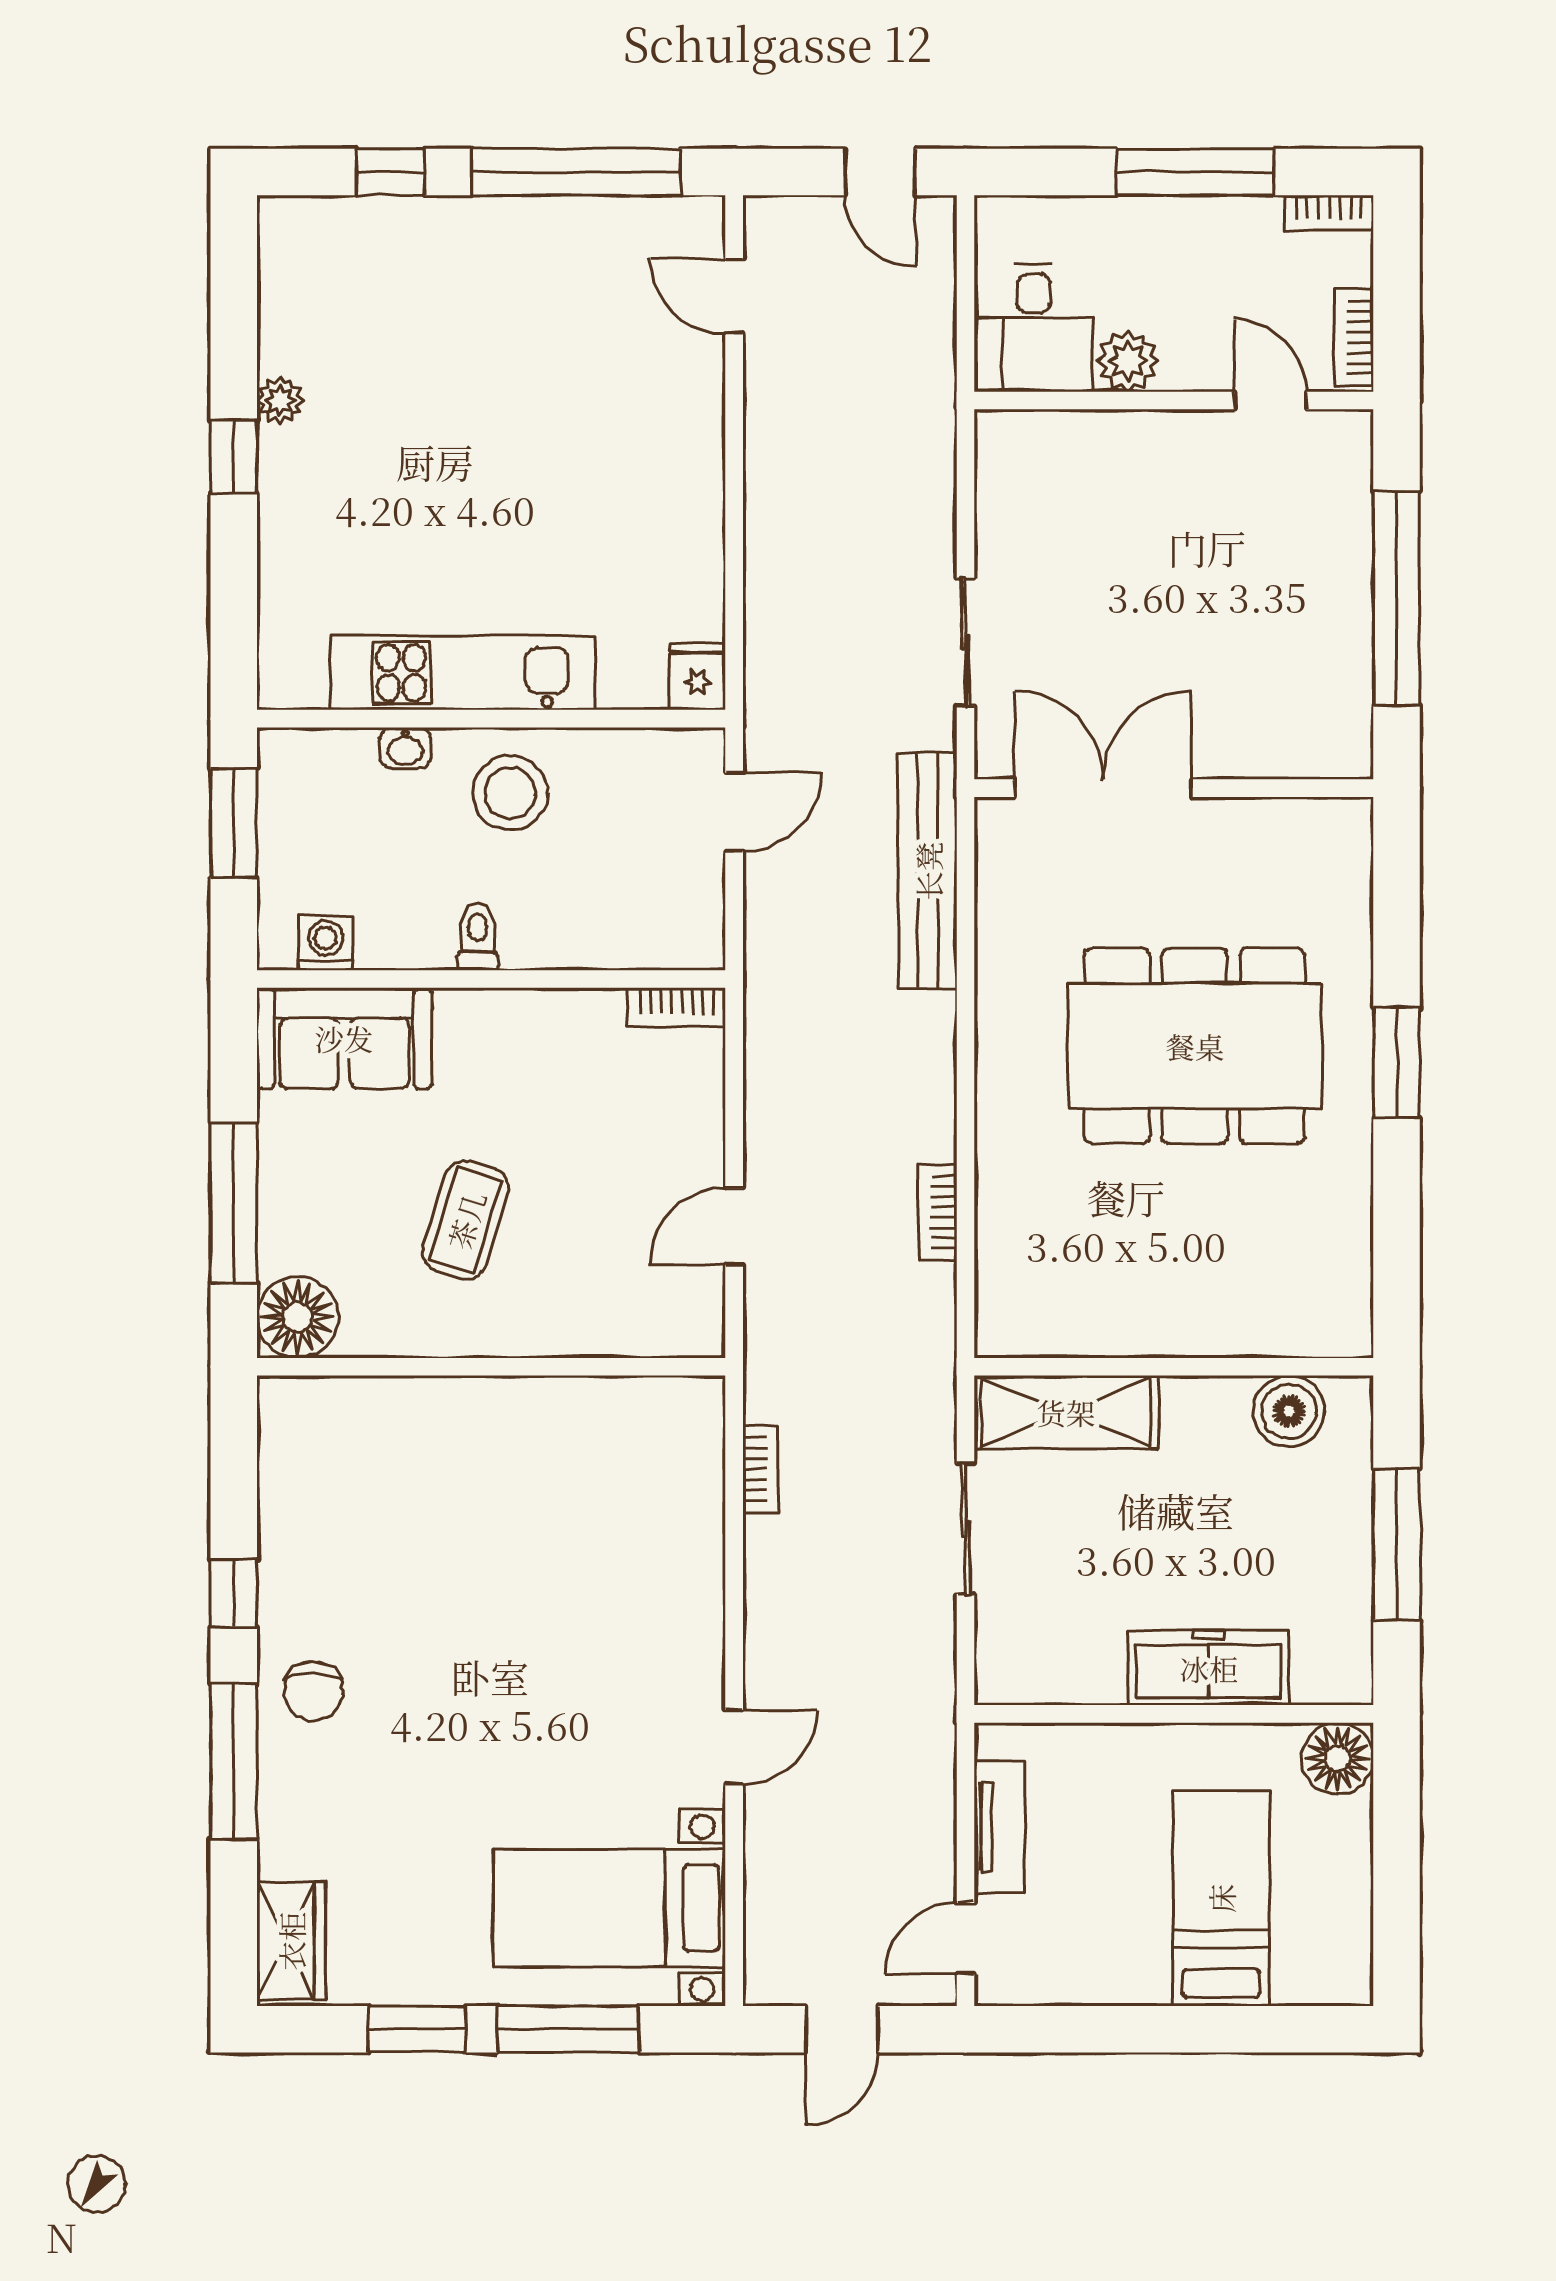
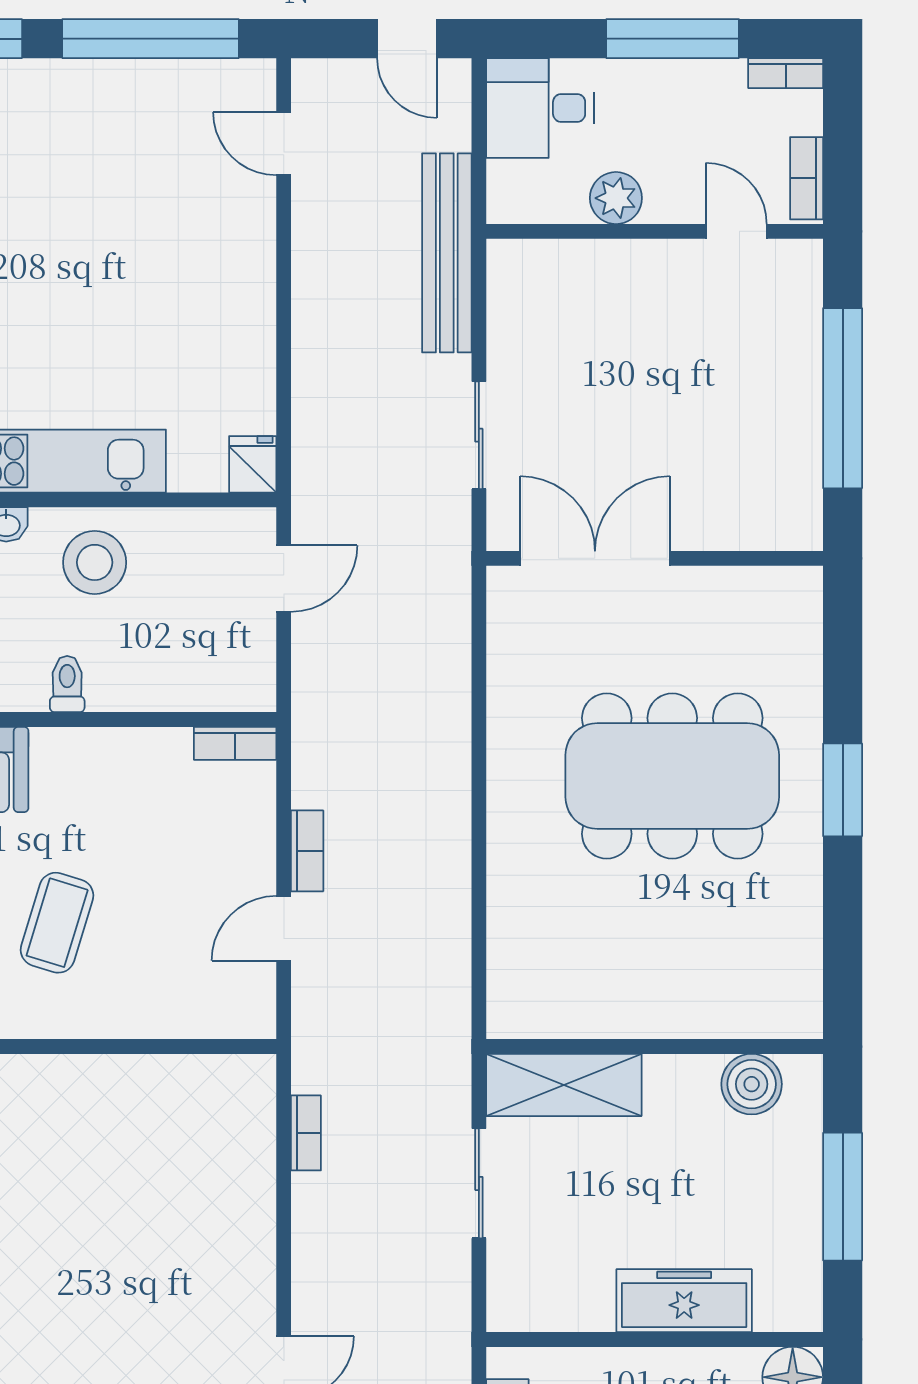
desk: (1033, 328) -> (540, 108), moved, turned 90
bench: (928, 871) -> (447, 253), moved
bookcase: (938, 1212) -> (307, 851), moved, turned 180

